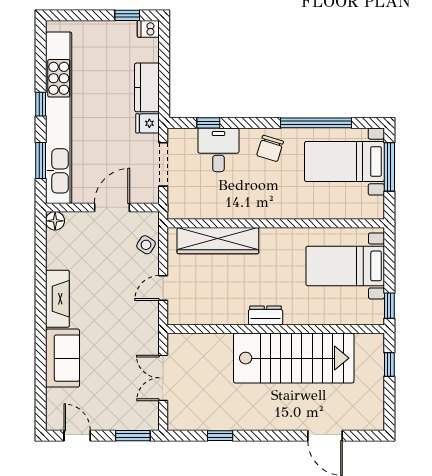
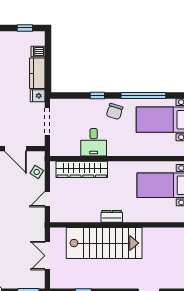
dishwasher: (148, 29) -> (38, 51), moved
window: (208, 123) -> (97, 95), moved
desk: (218, 150) -> (94, 142), moved, turned 180
door: (112, 207) -> (15, 149), swing flipped
stairs: (294, 358) -> (104, 243), moved

